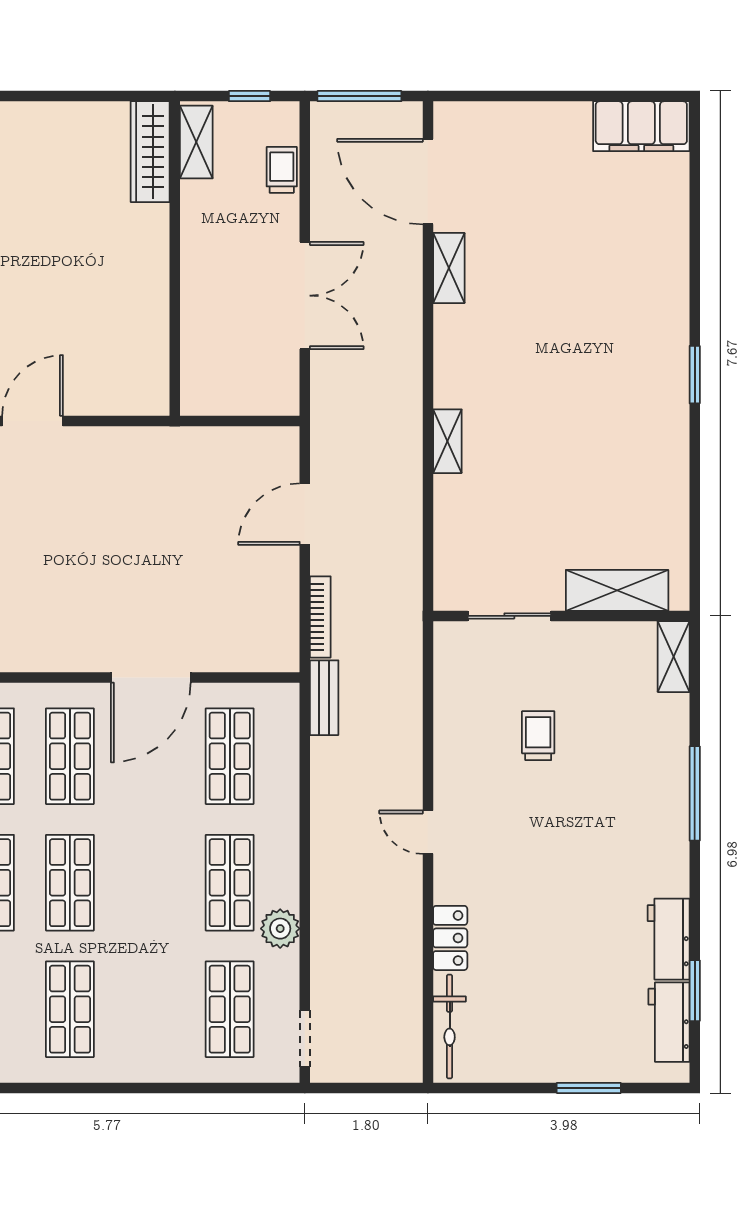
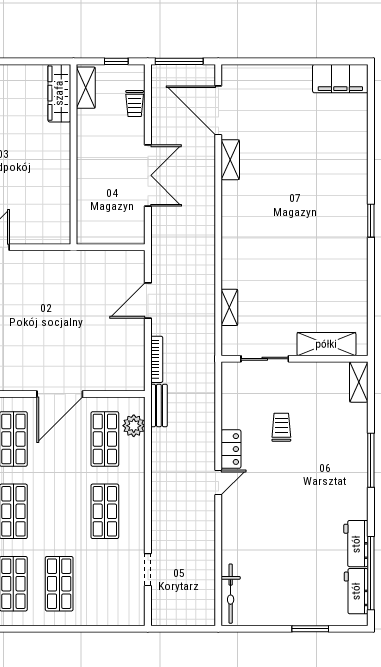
trolley: (282, 170) -> (135, 104), turned 180
shelving: (447, 441) -> (229, 307), moved
door: (428, 832) -> (218, 482), swing flipped
plant: (280, 929) -> (134, 426), moved
locker: (450, 938) -> (231, 449), moved
window: (695, 991) -> (371, 573), width x2.11
shop shelf: (230, 1009) -> (59, 584), moved
doorway: (305, 1039) -> (148, 570), moved

